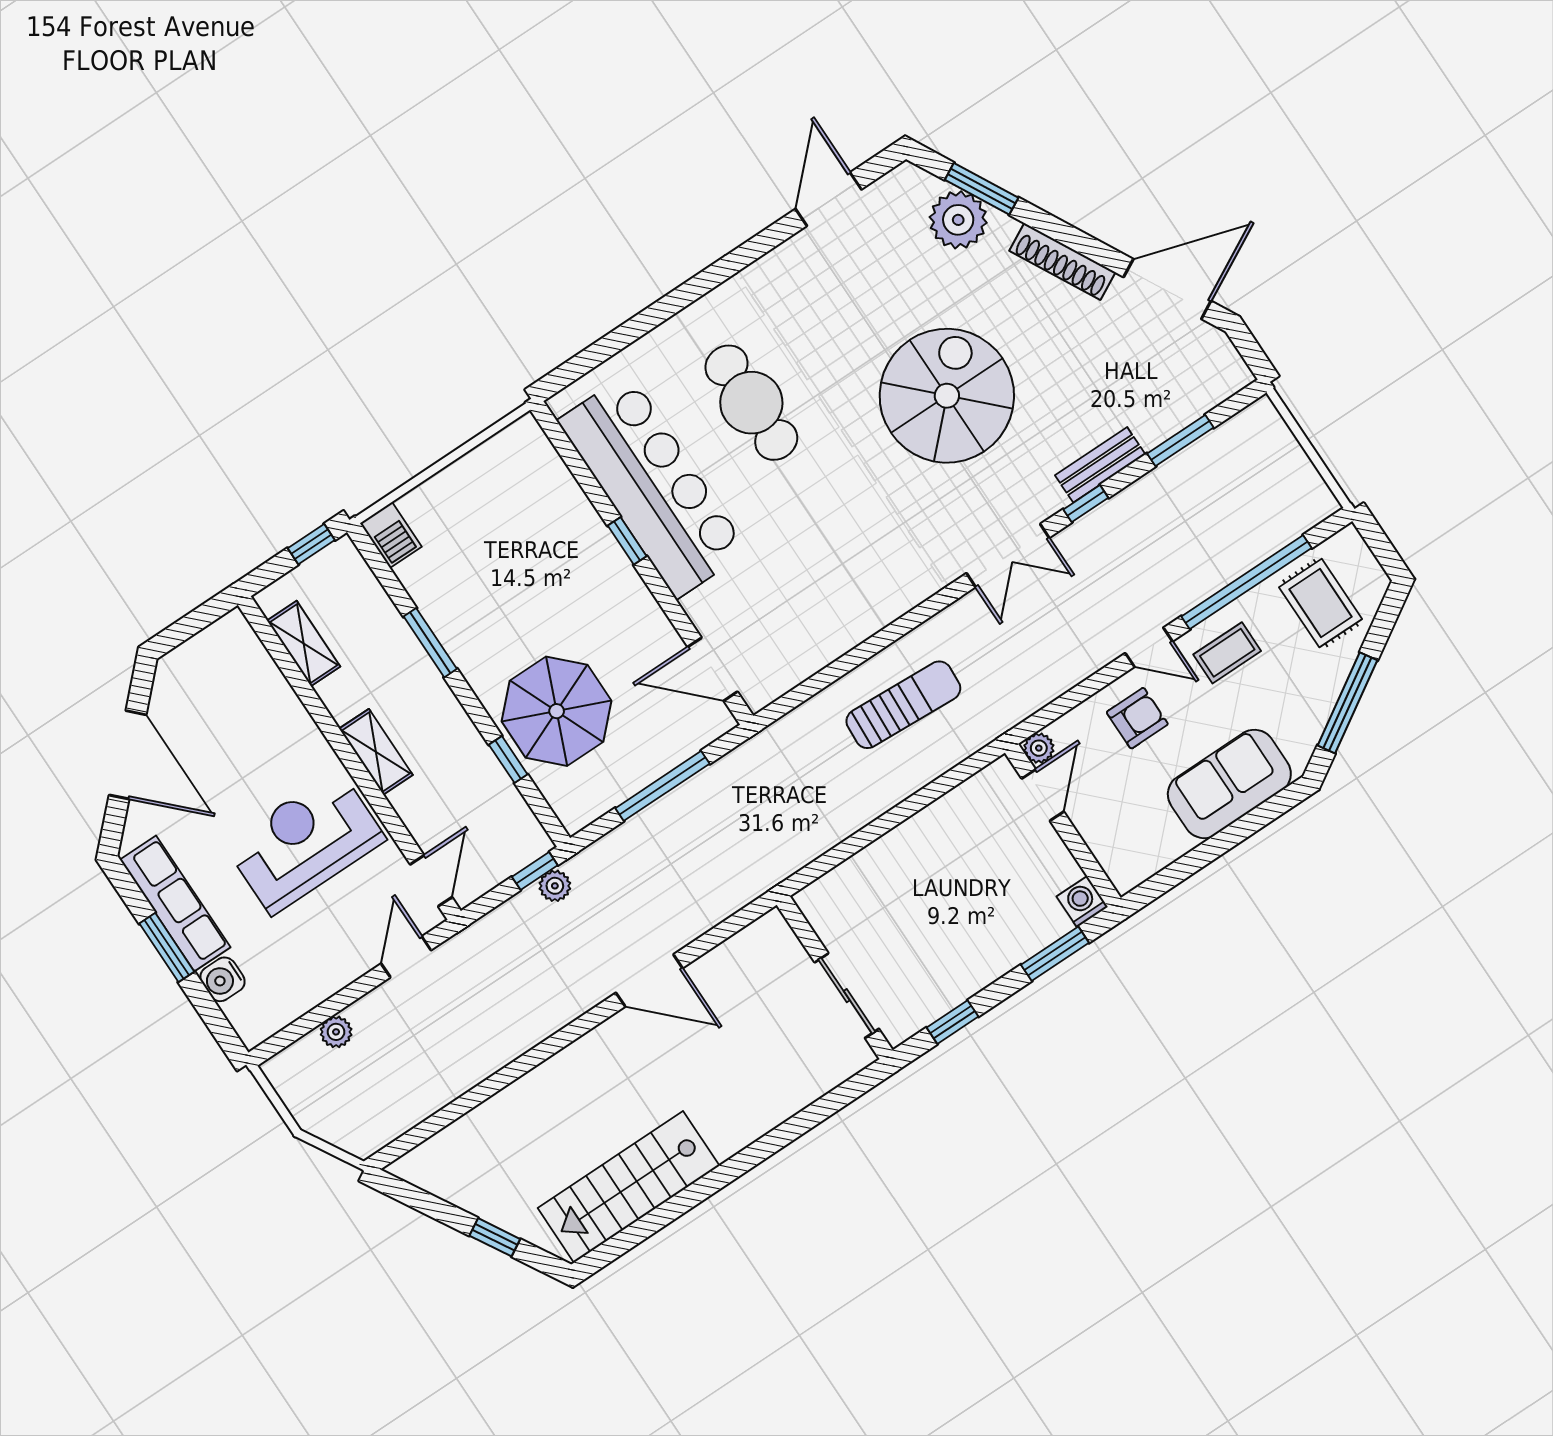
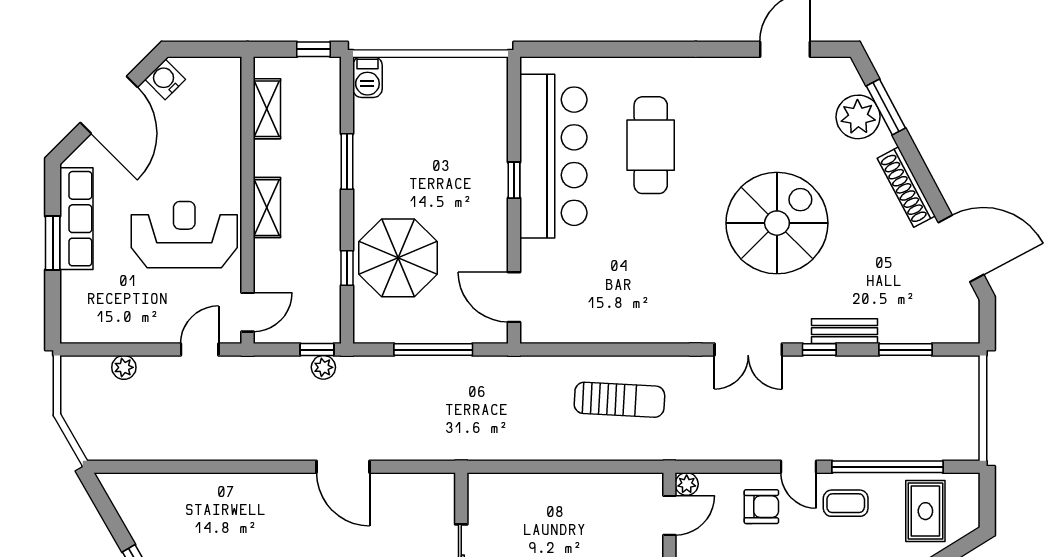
water cooler: (222, 979) -> (165, 79), moved, turned 45

